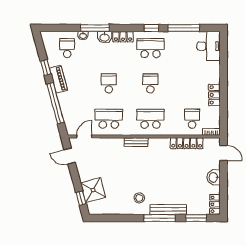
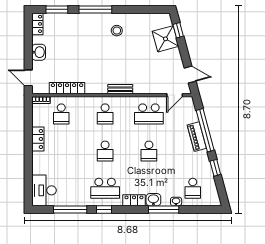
piano: (58, 79) -> (197, 137), moved
school desk: (150, 119) -> (105, 114), width x0.54
bench: (168, 210) -> (86, 18), removed

